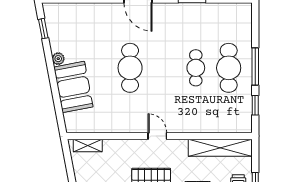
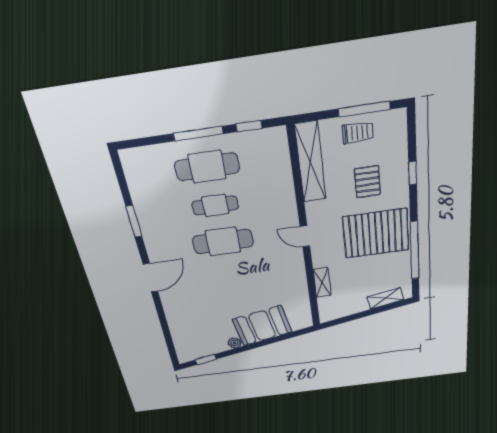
cafe table: (130, 68) -> (223, 242), moved
door: (157, 136) -> (305, 236), hinge flipped
shelving: (88, 145) -> (322, 282), moved

